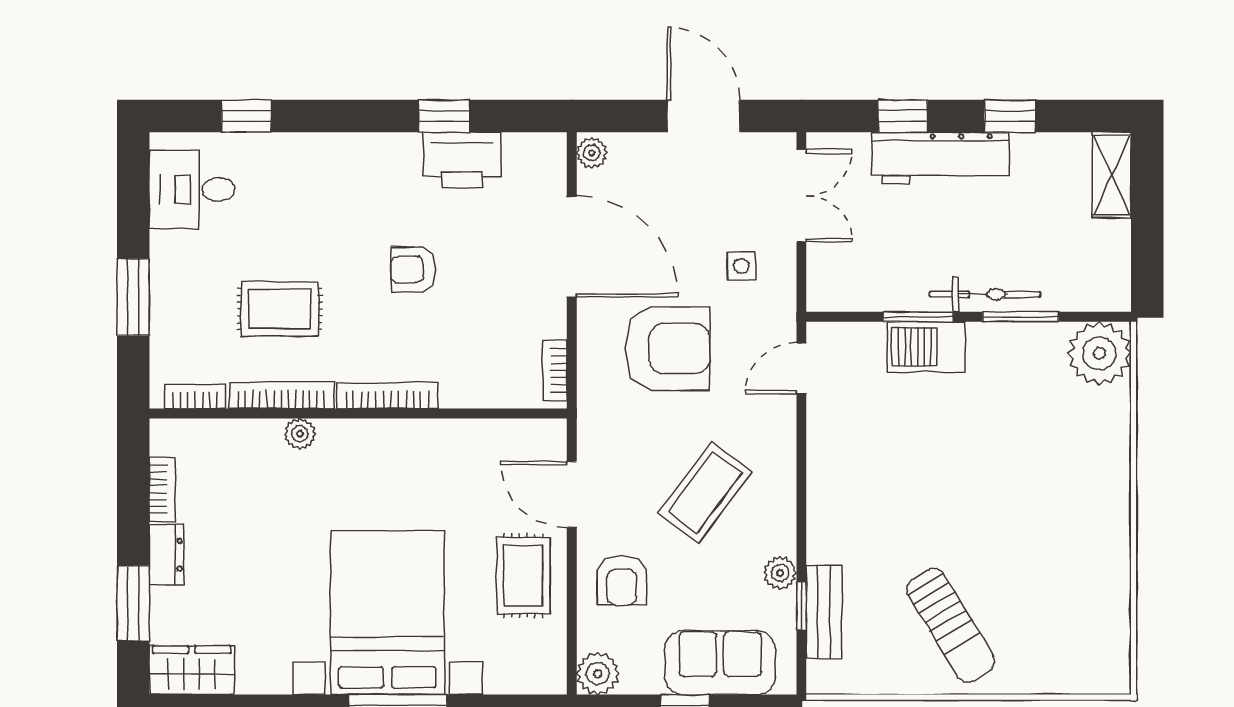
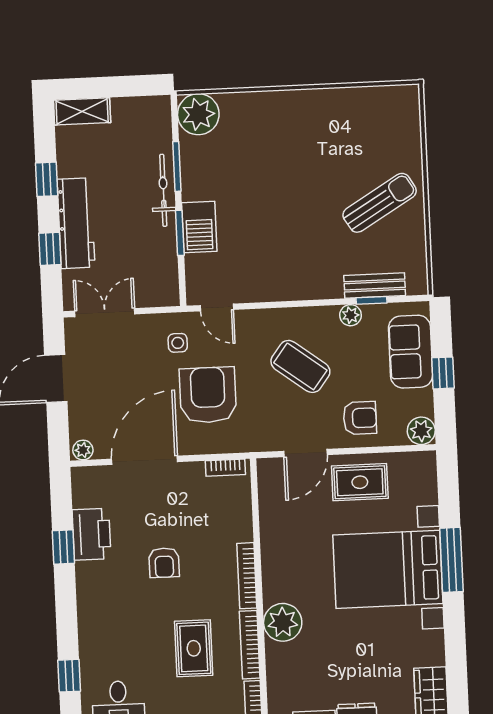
side table: (741, 266) -> (178, 343), moved
plant: (300, 434) -> (283, 622), width x1.88, depth x1.88

